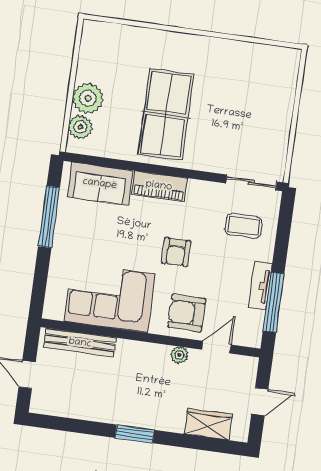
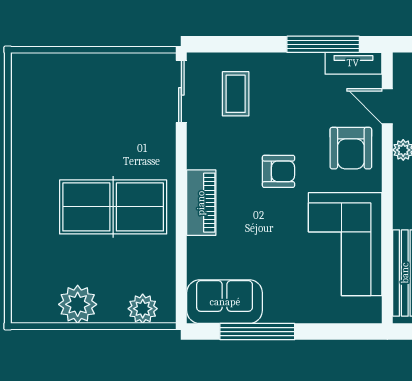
plant: (88, 98) -> (78, 304), moved
sofa: (100, 184) -> (225, 302), moved, turned -90
tv unit: (260, 286) -> (353, 63), moved

